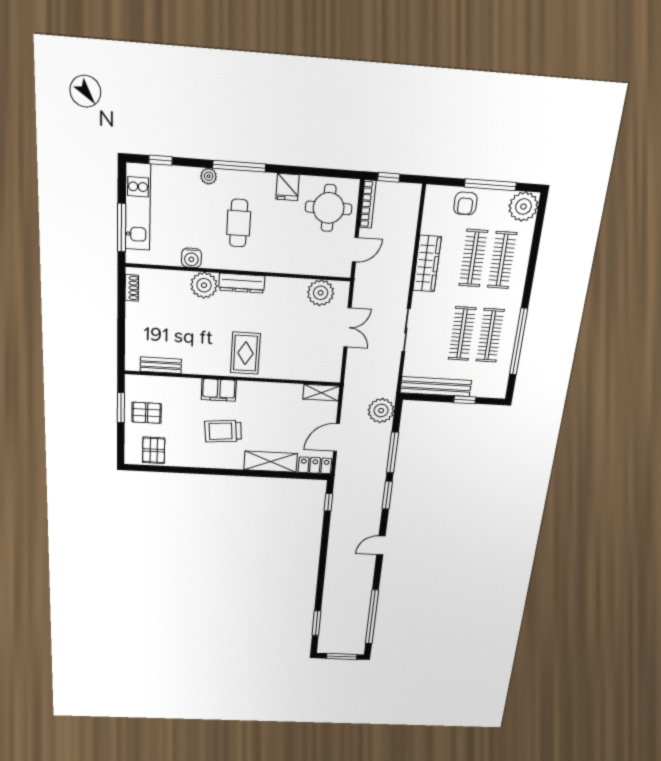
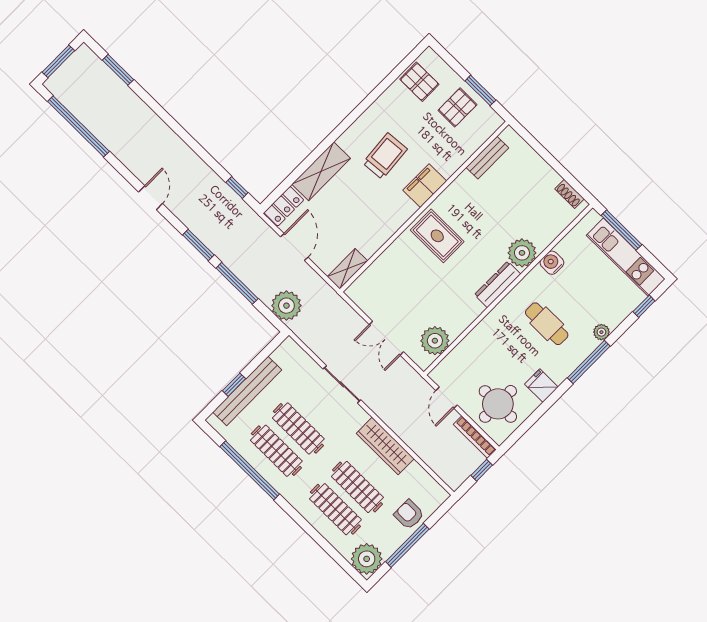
bench: (436, 387) -> (247, 391), moved

